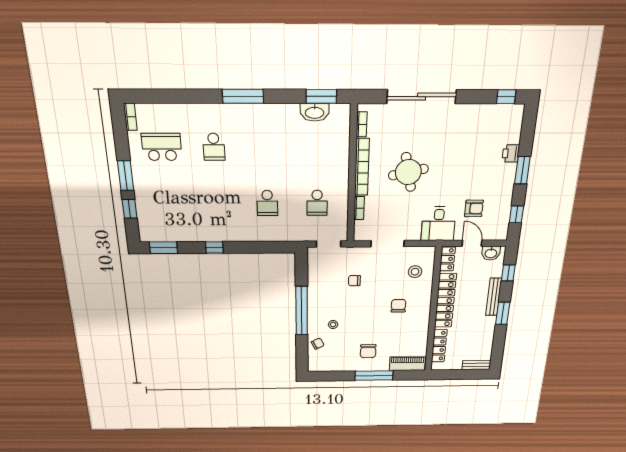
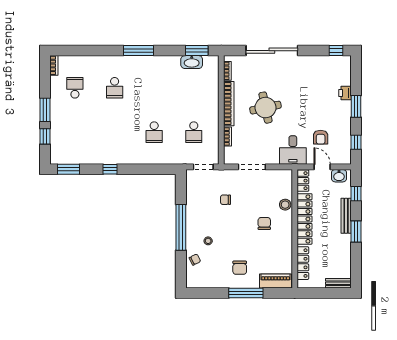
school desk: (162, 147) -> (75, 88), width x0.54
armchair: (474, 208) -> (321, 137), turned 90
stool: (415, 272) -> (285, 205), moved

